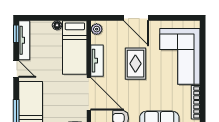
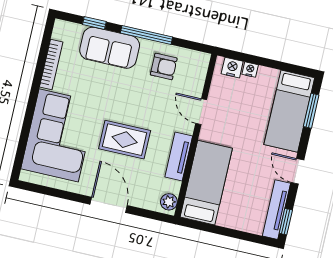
floor lamp: (57, 25) -> (224, 220), removed
rug: (135, 64) -> (125, 140), turned 90
door: (89, 94) -> (201, 112), width x0.53

